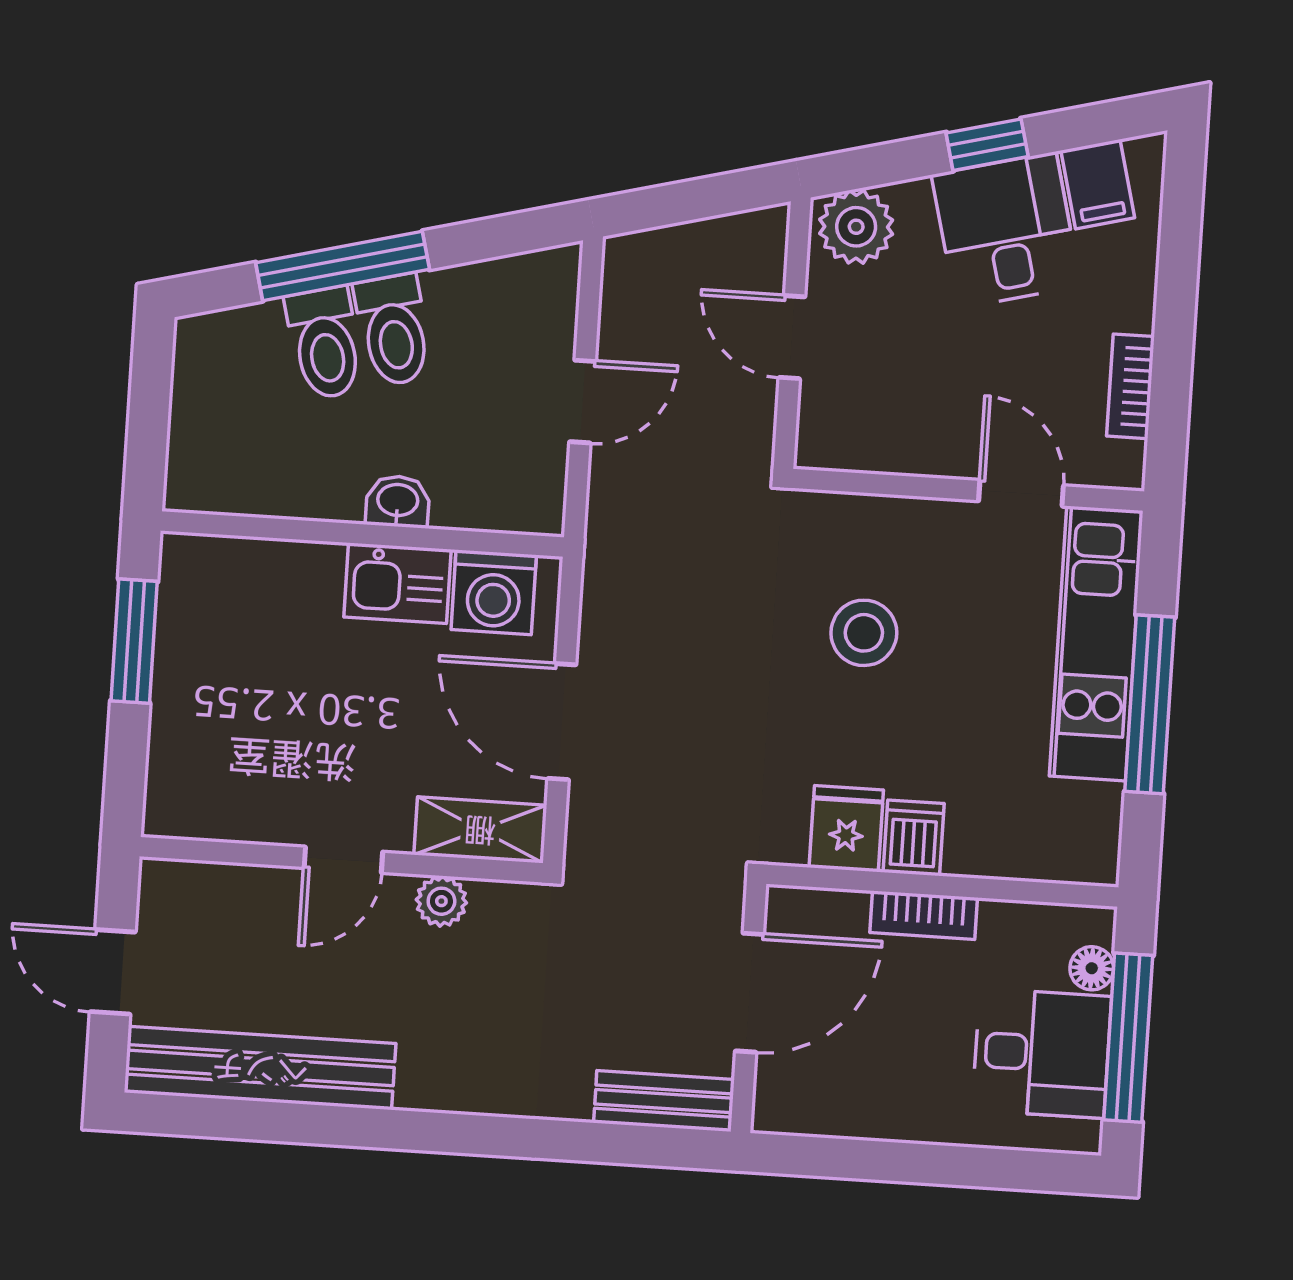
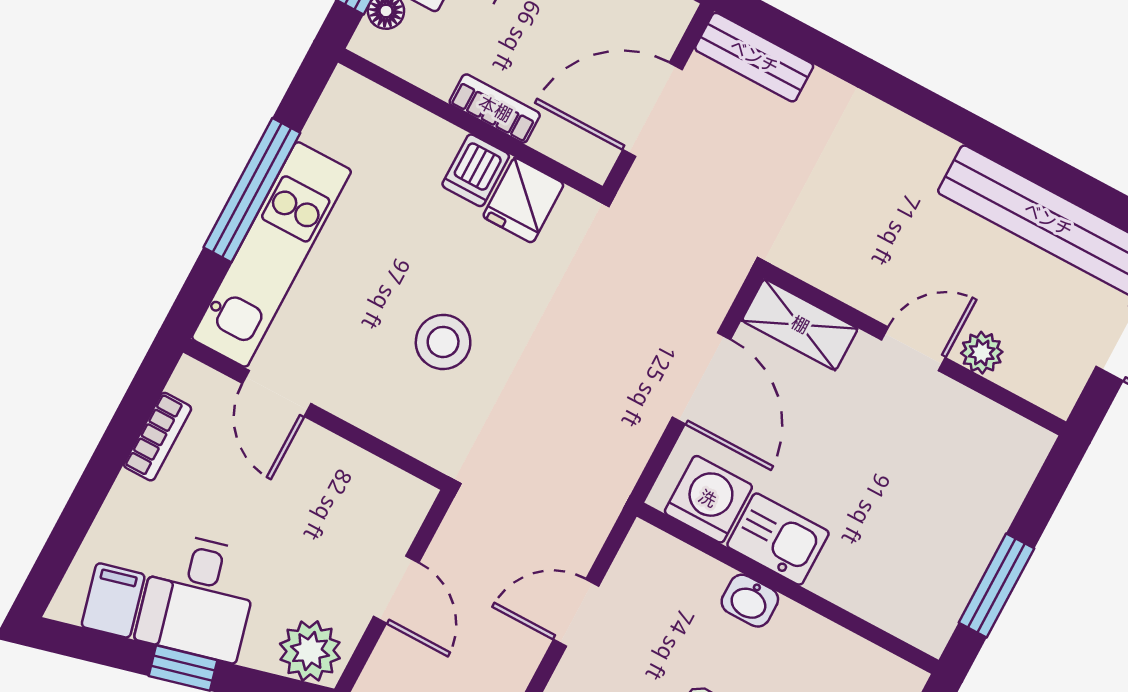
plant: (441, 901) -> (982, 353), moved

